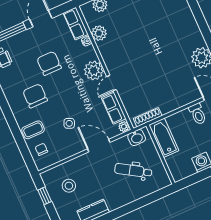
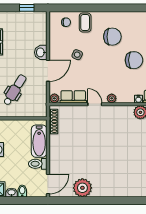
plant: (94, 71) -> (112, 98), width x0.53, depth x0.53
washbasin: (137, 138) -> (41, 52), moved
bathtub: (164, 138) -> (39, 141), moved, turned 90
stool: (69, 186) -> (26, 31), removed

